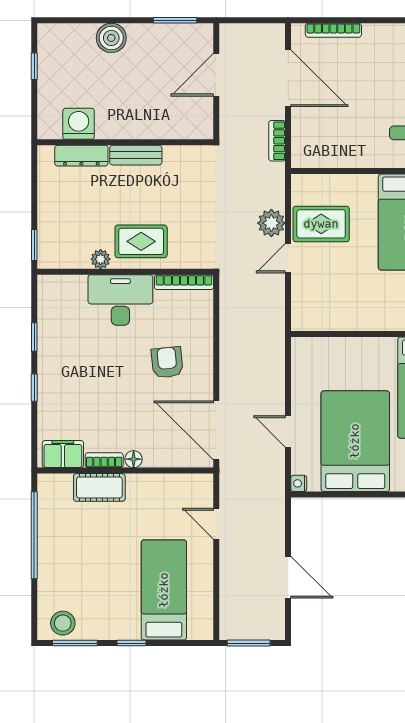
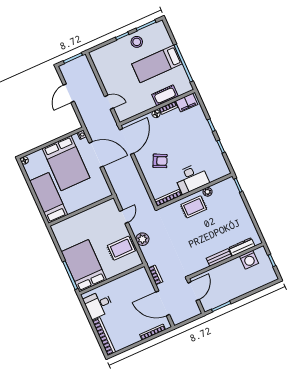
boiler: (111, 38) -> (245, 287), removed
washing machine: (79, 124) -> (249, 260), moved
wall: (125, 142) -> (226, 261), moved
bench: (136, 155) -> (219, 257), moved
dresser: (81, 156) -> (242, 247), moved
door: (288, 258) -> (124, 217), moved
armchair: (167, 362) -> (160, 161), turned -58
door: (216, 430) -> (127, 141), hinge flipped
door: (288, 431) -> (96, 155), width x1.88
door: (288, 577) -> (69, 93), hinge flipped
bed: (164, 590) -> (157, 64), moved, turned 90
stool: (63, 623) -> (137, 42), moved

